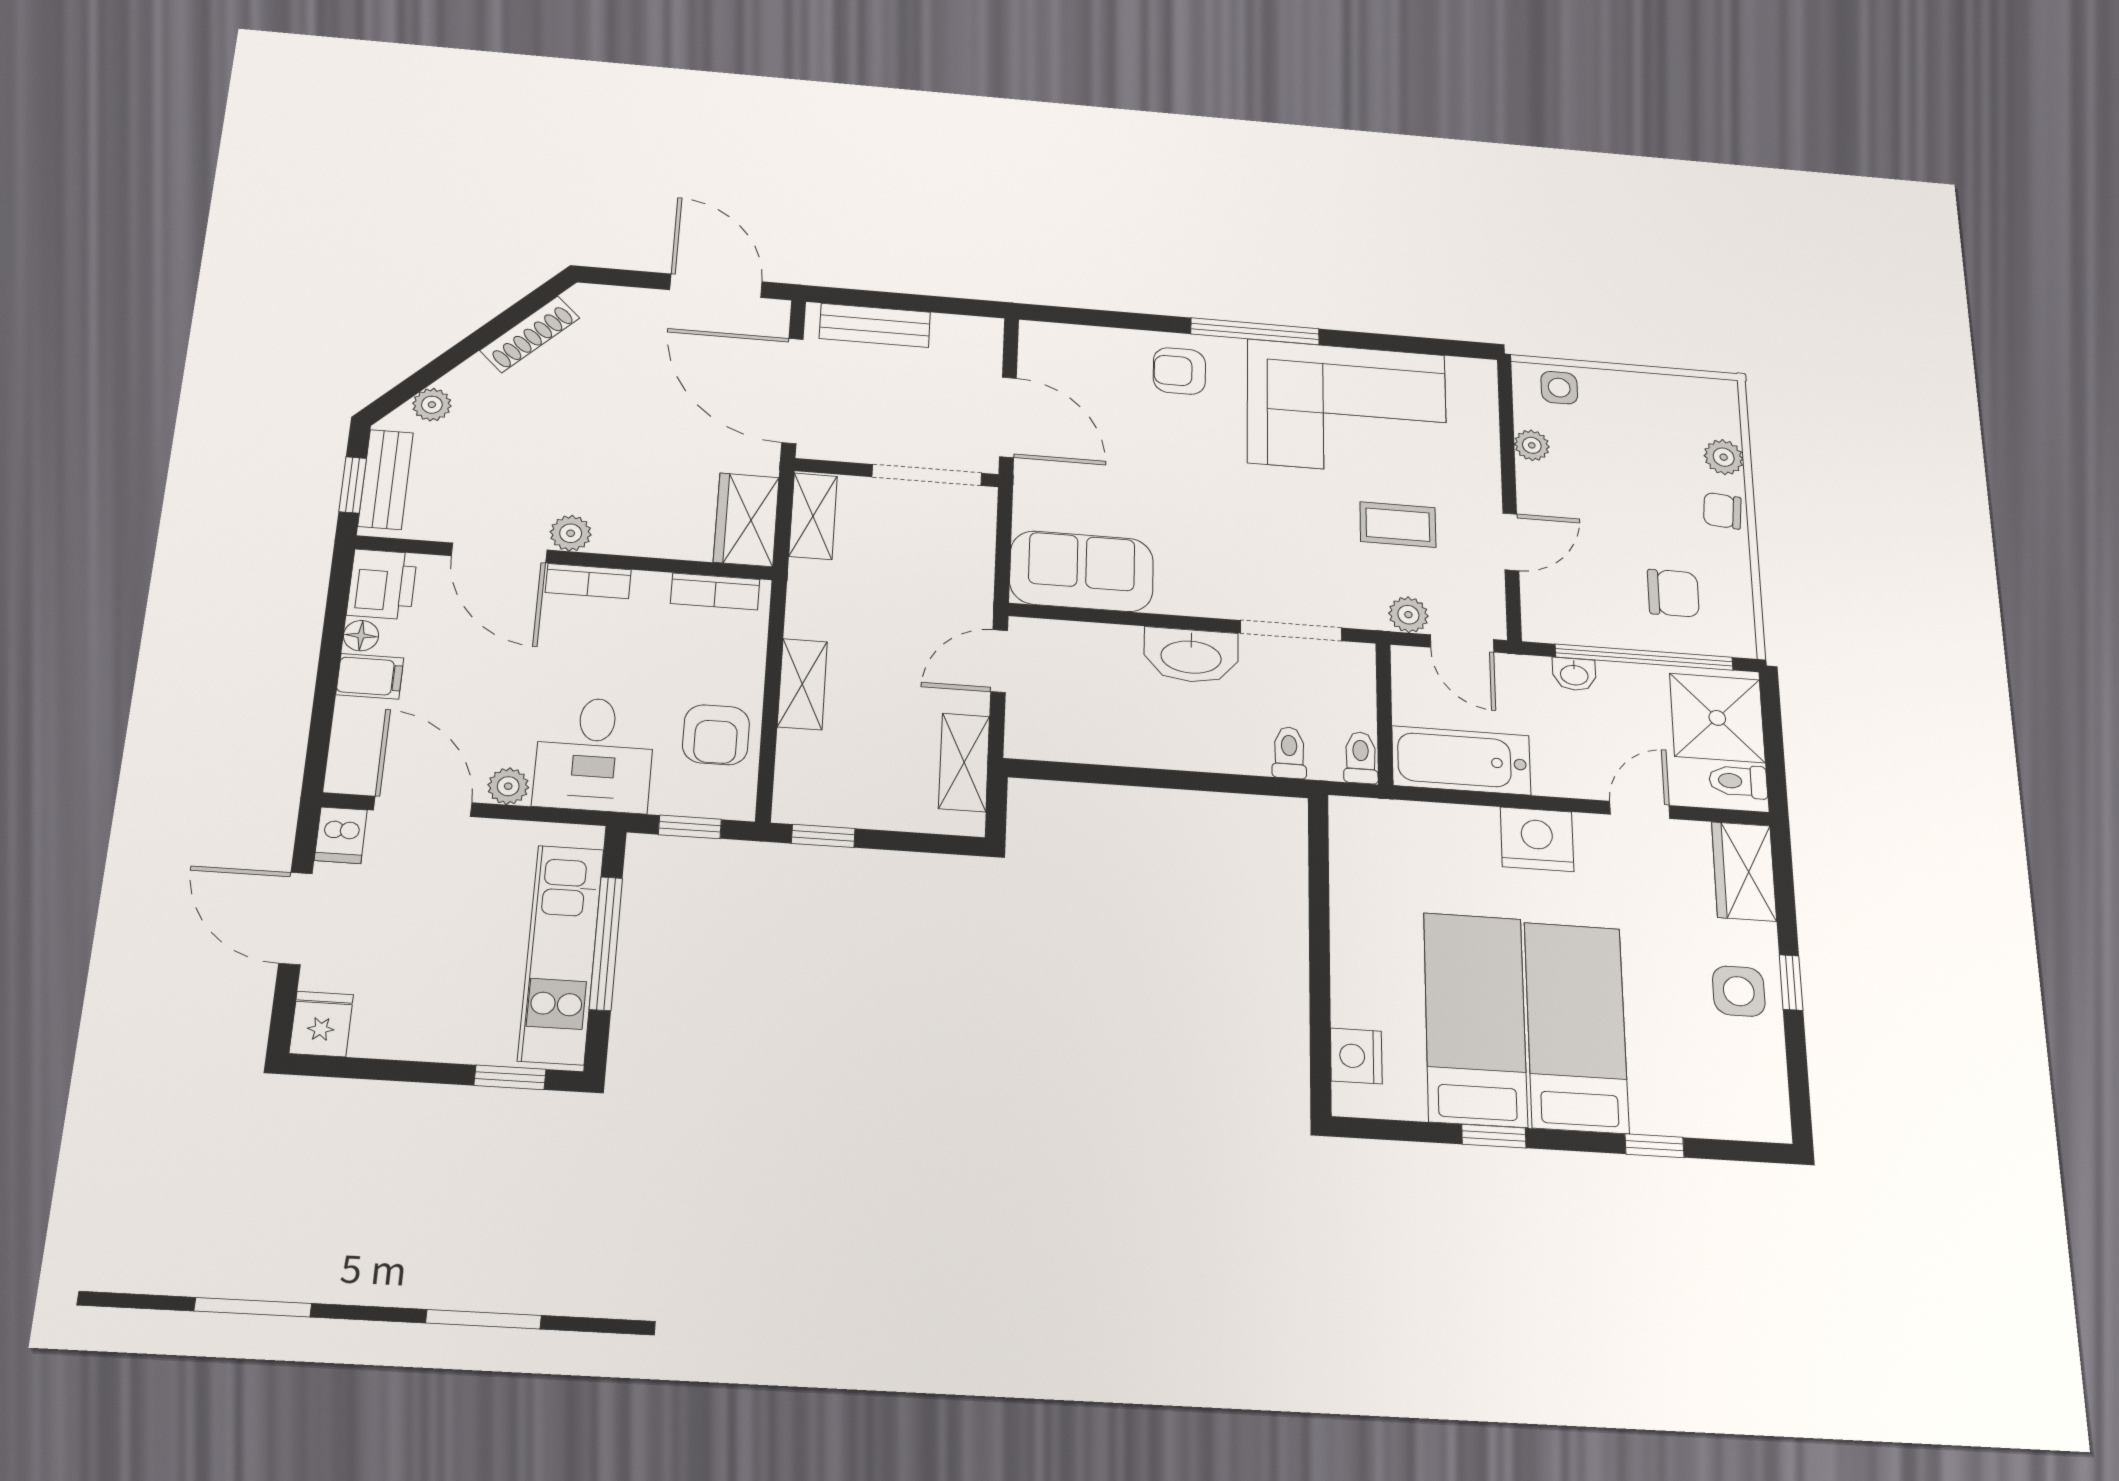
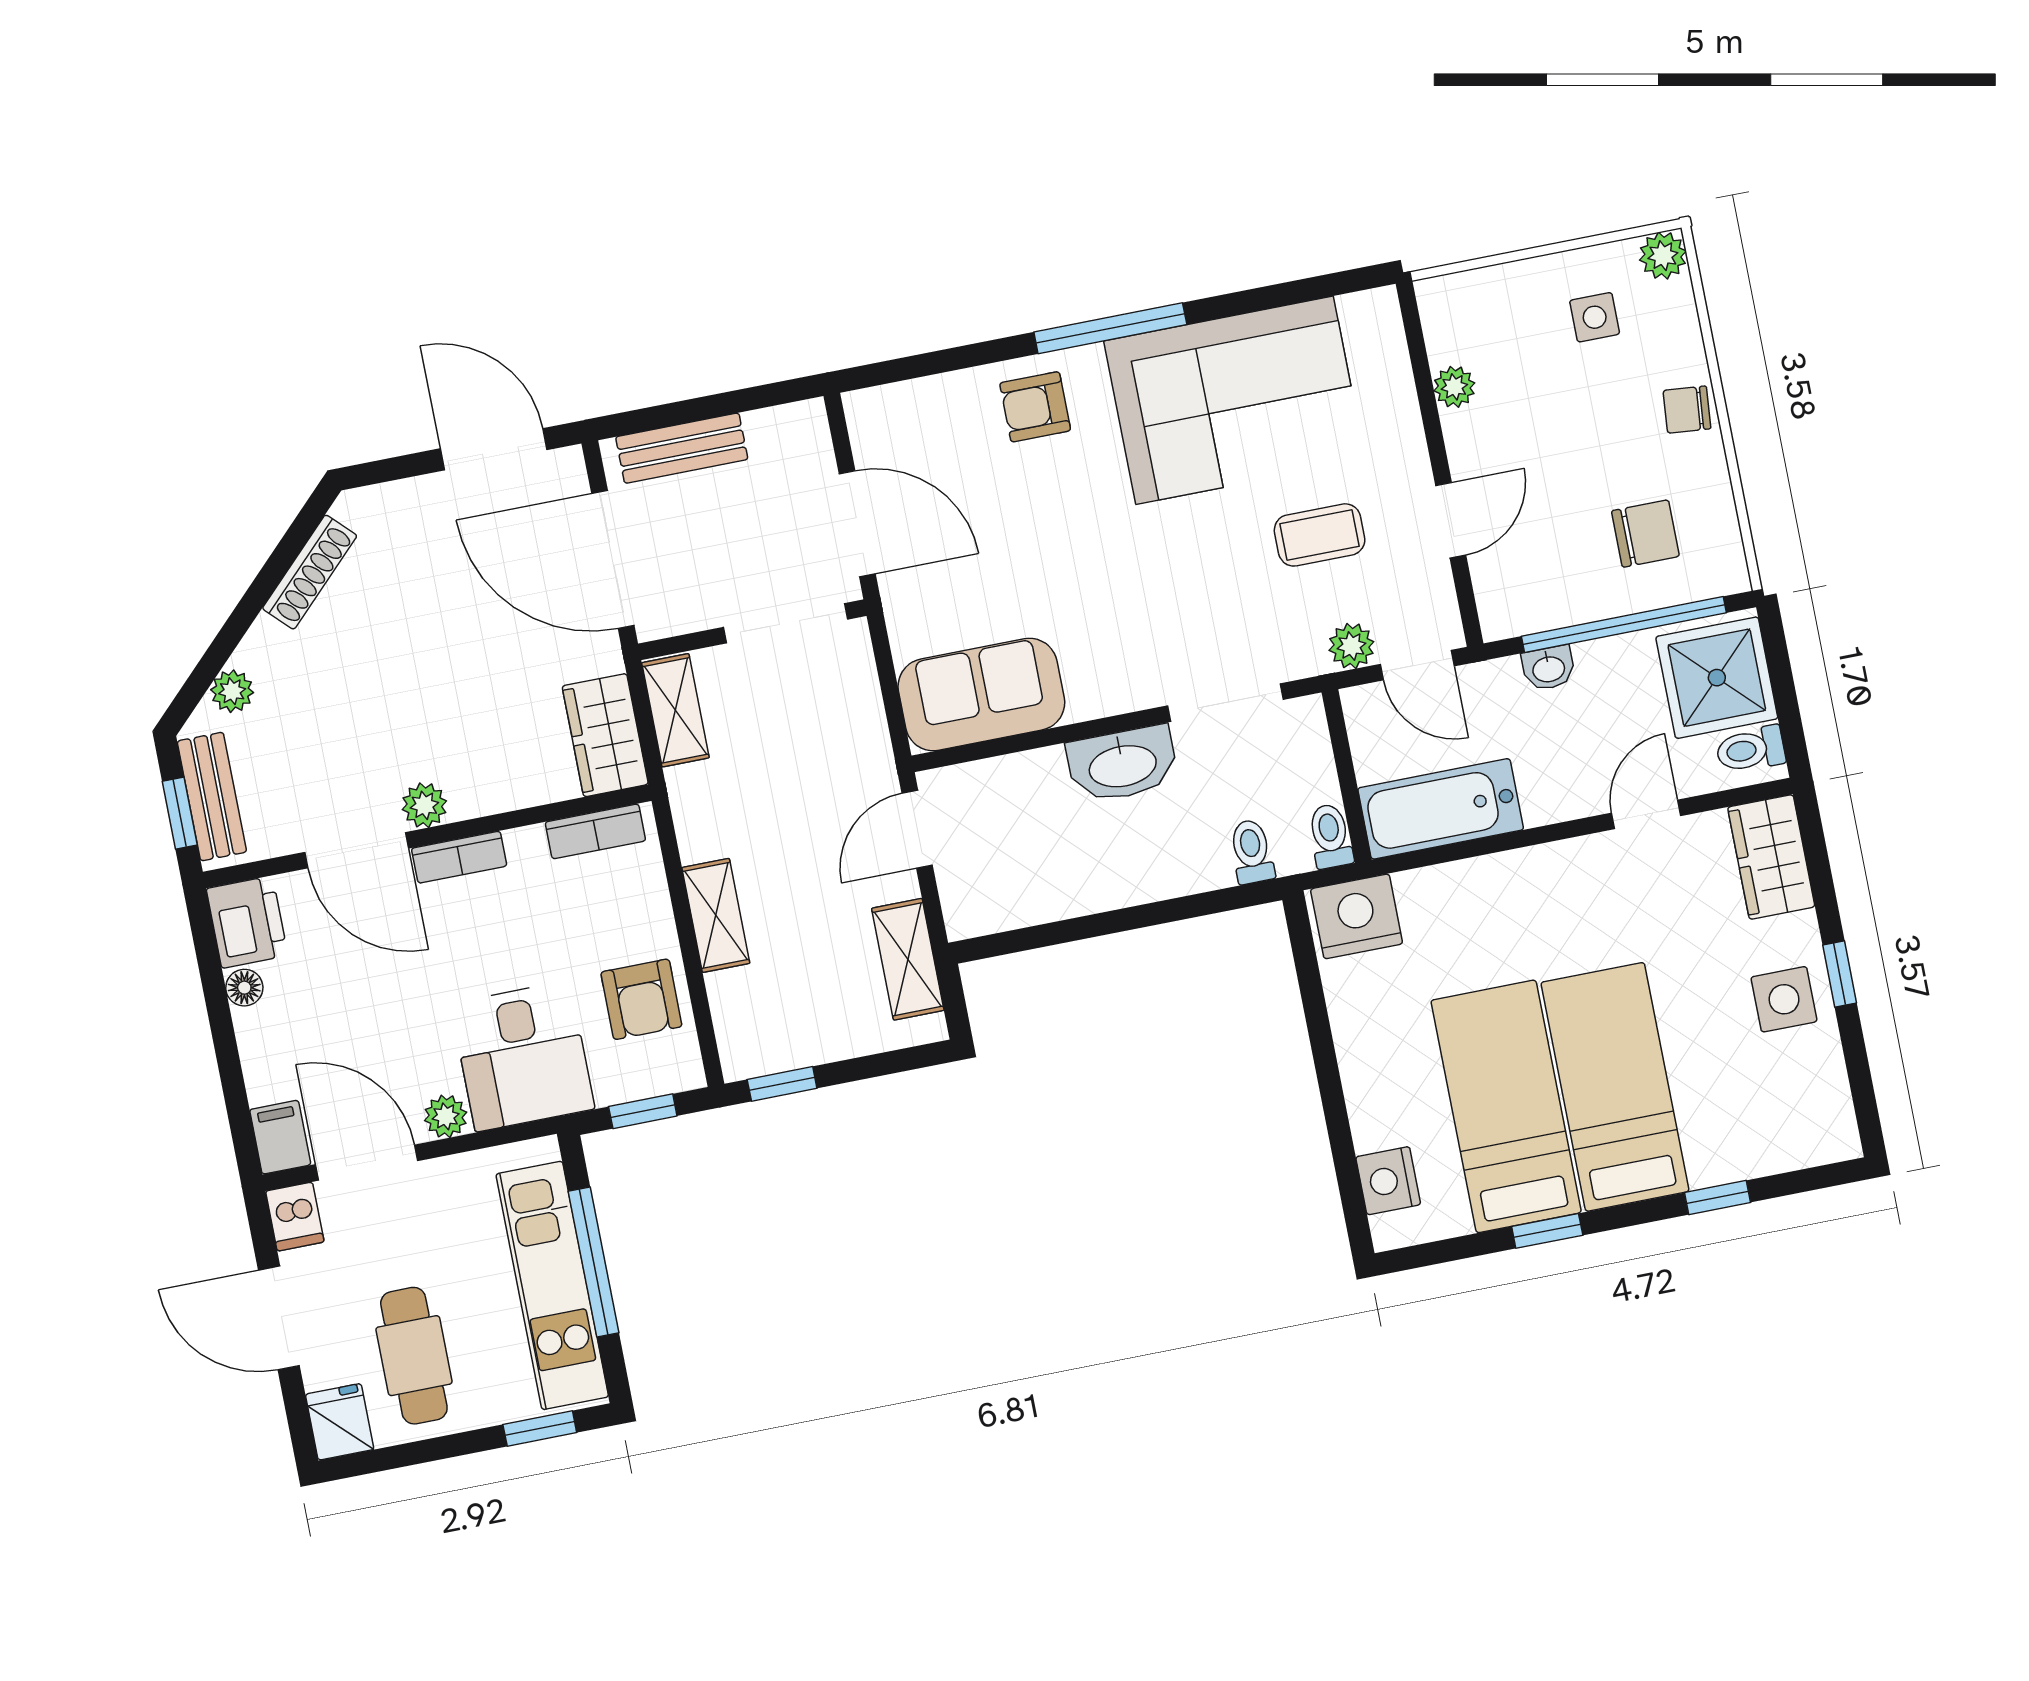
side table: (1559, 388) -> (1595, 317), moved
plant: (1724, 457) -> (1663, 256), moved
filing cabinet: (370, 676) -> (280, 1137), moved, turned -90
nightstand: (1537, 839) -> (1357, 916), moved
cafe table: (412, 983) -> (414, 1356), added

